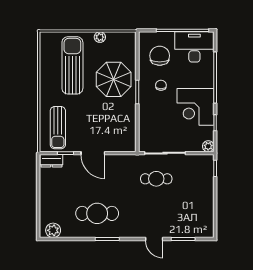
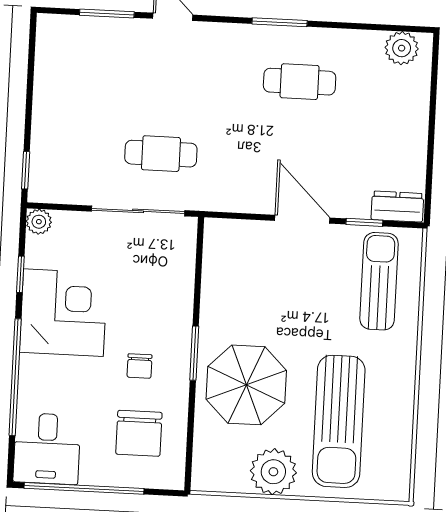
plant: (100, 37) -> (273, 472), width x1.88, depth x1.88
desk: (194, 47) -> (47, 449), width x0.73
cafe table: (97, 213) -> (300, 82), width x0.73, depth x0.74

